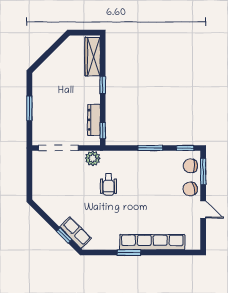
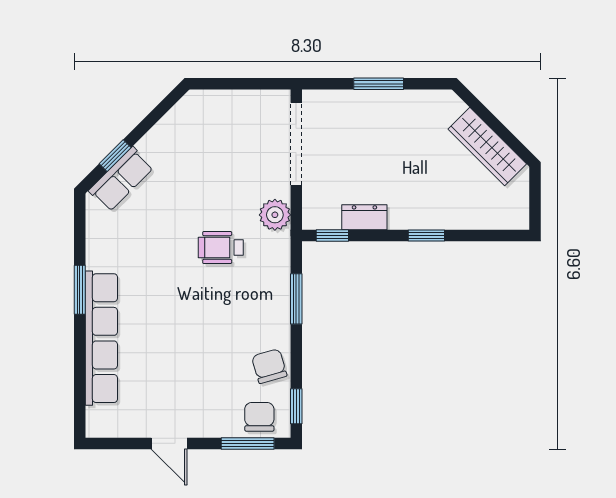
wardrobe: (93, 57) -> (487, 147), moved, turned -135
dresser: (94, 120) -> (364, 217), width x0.70
window: (150, 148) -> (296, 299), moved
chair: (190, 189) -> (269, 366), moved
door: (203, 209) -> (169, 443), hinge flipped

